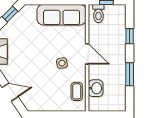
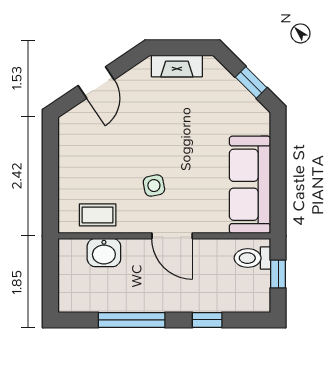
door: (87, 54) -> (172, 236), hinge flipped
window: (130, 74) -> (132, 320), width x1.44

